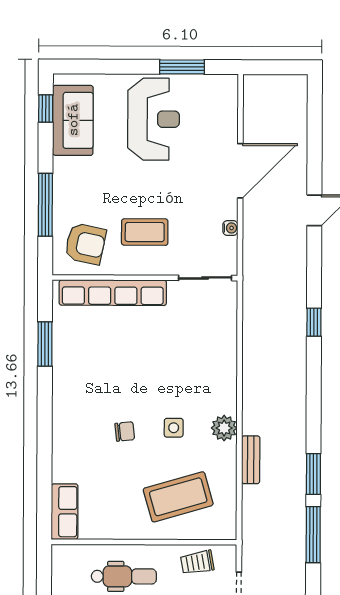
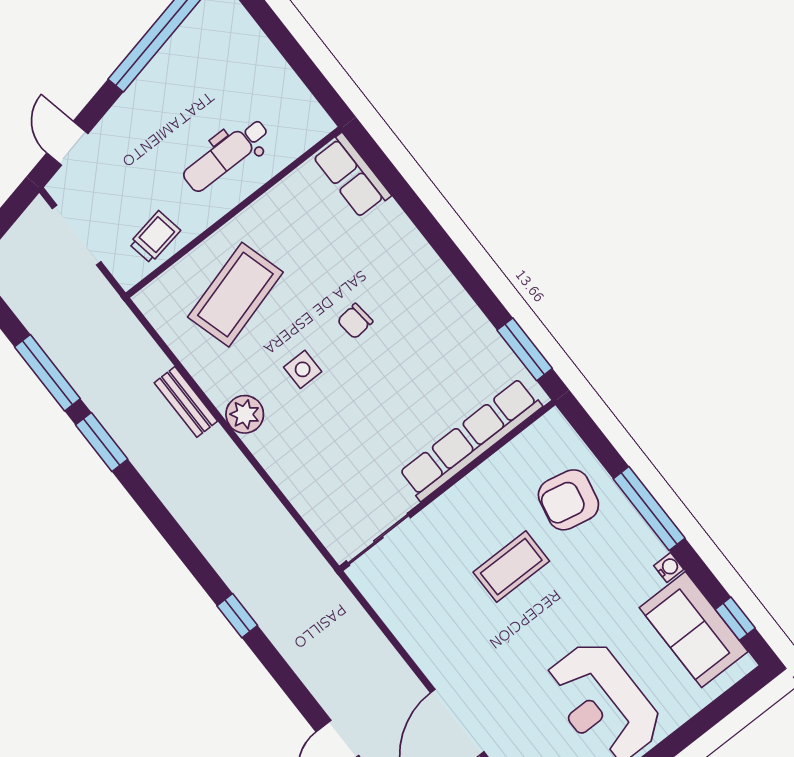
water cooler: (230, 228) -> (669, 567), moved, turned 180
wall: (145, 278) -> (447, 485), moved
sliding door: (205, 278) -> (378, 539), moved
row of seats: (113, 293) -> (471, 440), moved

